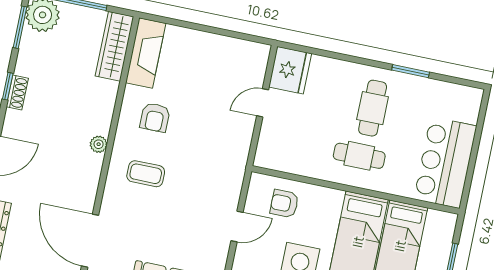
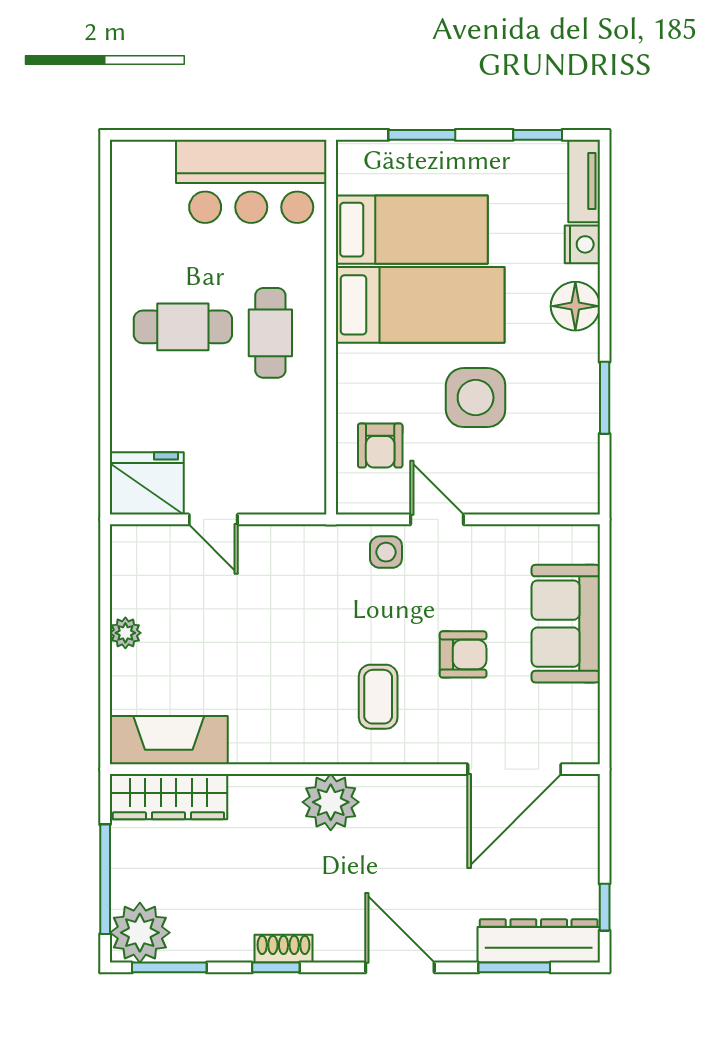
plant: (210, 41) -> (125, 633), added
window: (411, 71) -> (105, 274), removed
armchair: (155, 117) -> (463, 654), moved
plant: (99, 144) -> (331, 802), width x1.87, depth x1.87
side table: (225, 195) -> (386, 552), added

